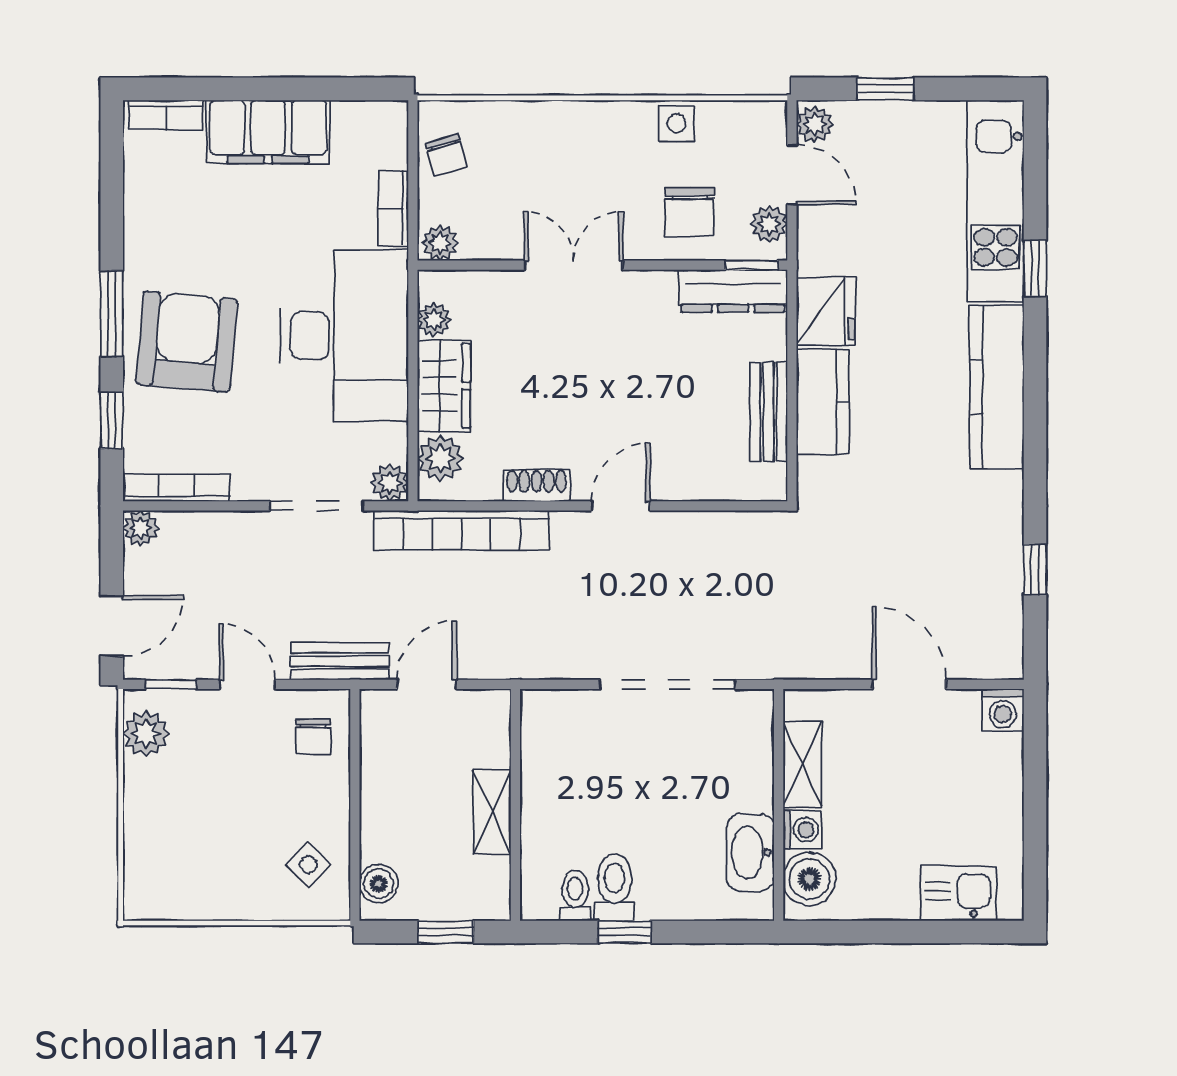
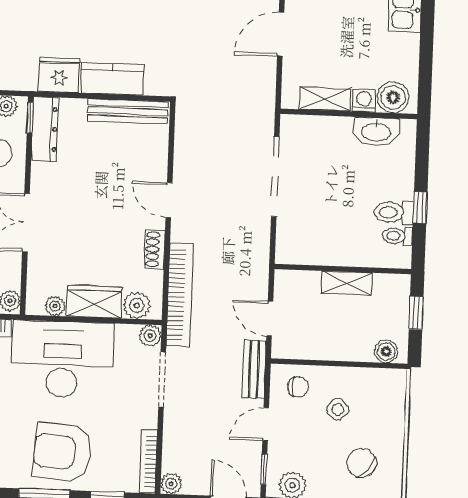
bench: (769, 412) -> (128, 111), width x1.36
chair: (188, 849) -> (361, 463), added
side table: (308, 865) -> (338, 409), moved

